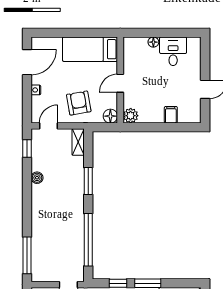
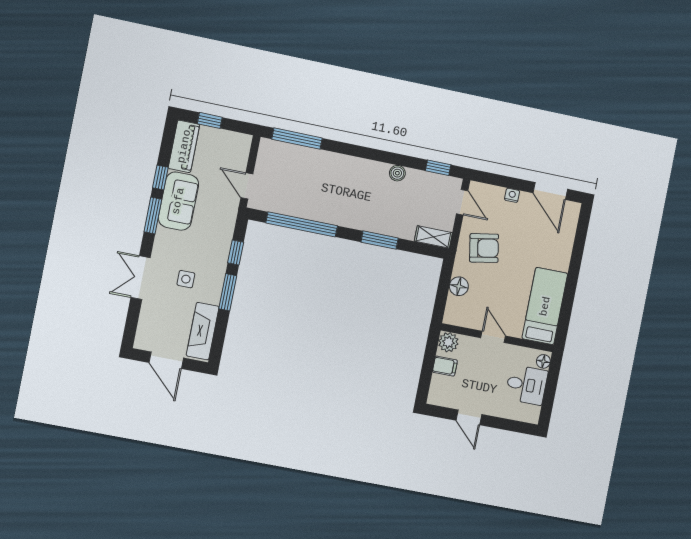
bed: (90, 49) -> (545, 306), moved
wall: (120, 80) -> (497, 338), moved
door: (120, 83) -> (493, 337), moved
plant: (131, 116) -> (448, 342), moved

